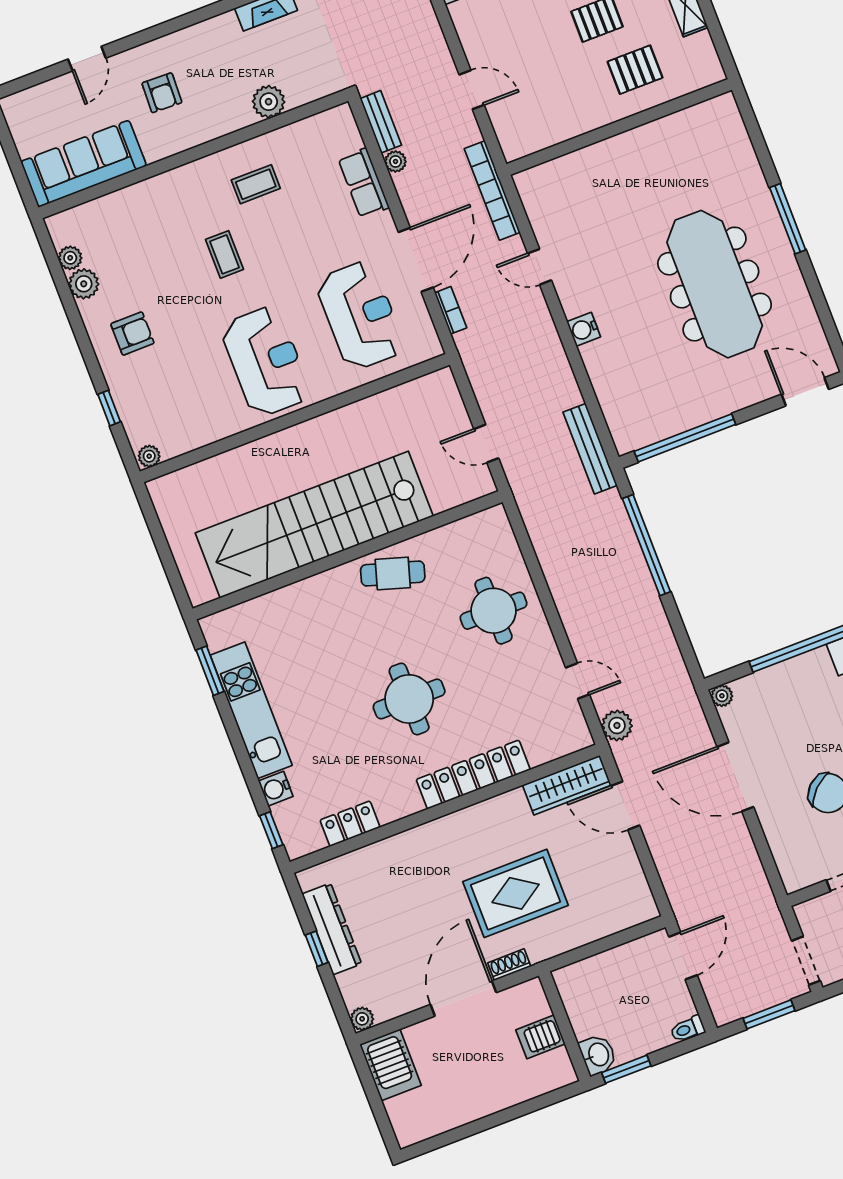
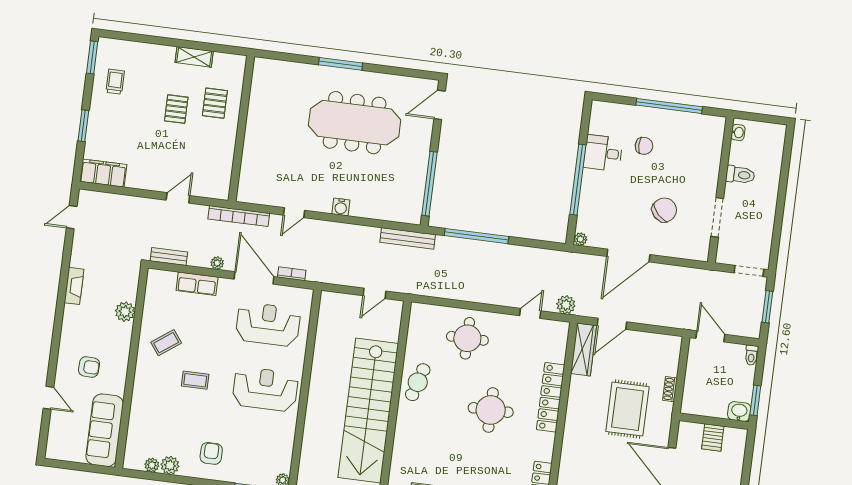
plant: (396, 161) -> (217, 263), moved
coffee table: (256, 184) -> (166, 343), turned 54
shoe rack: (509, 965) -> (670, 389), moved

